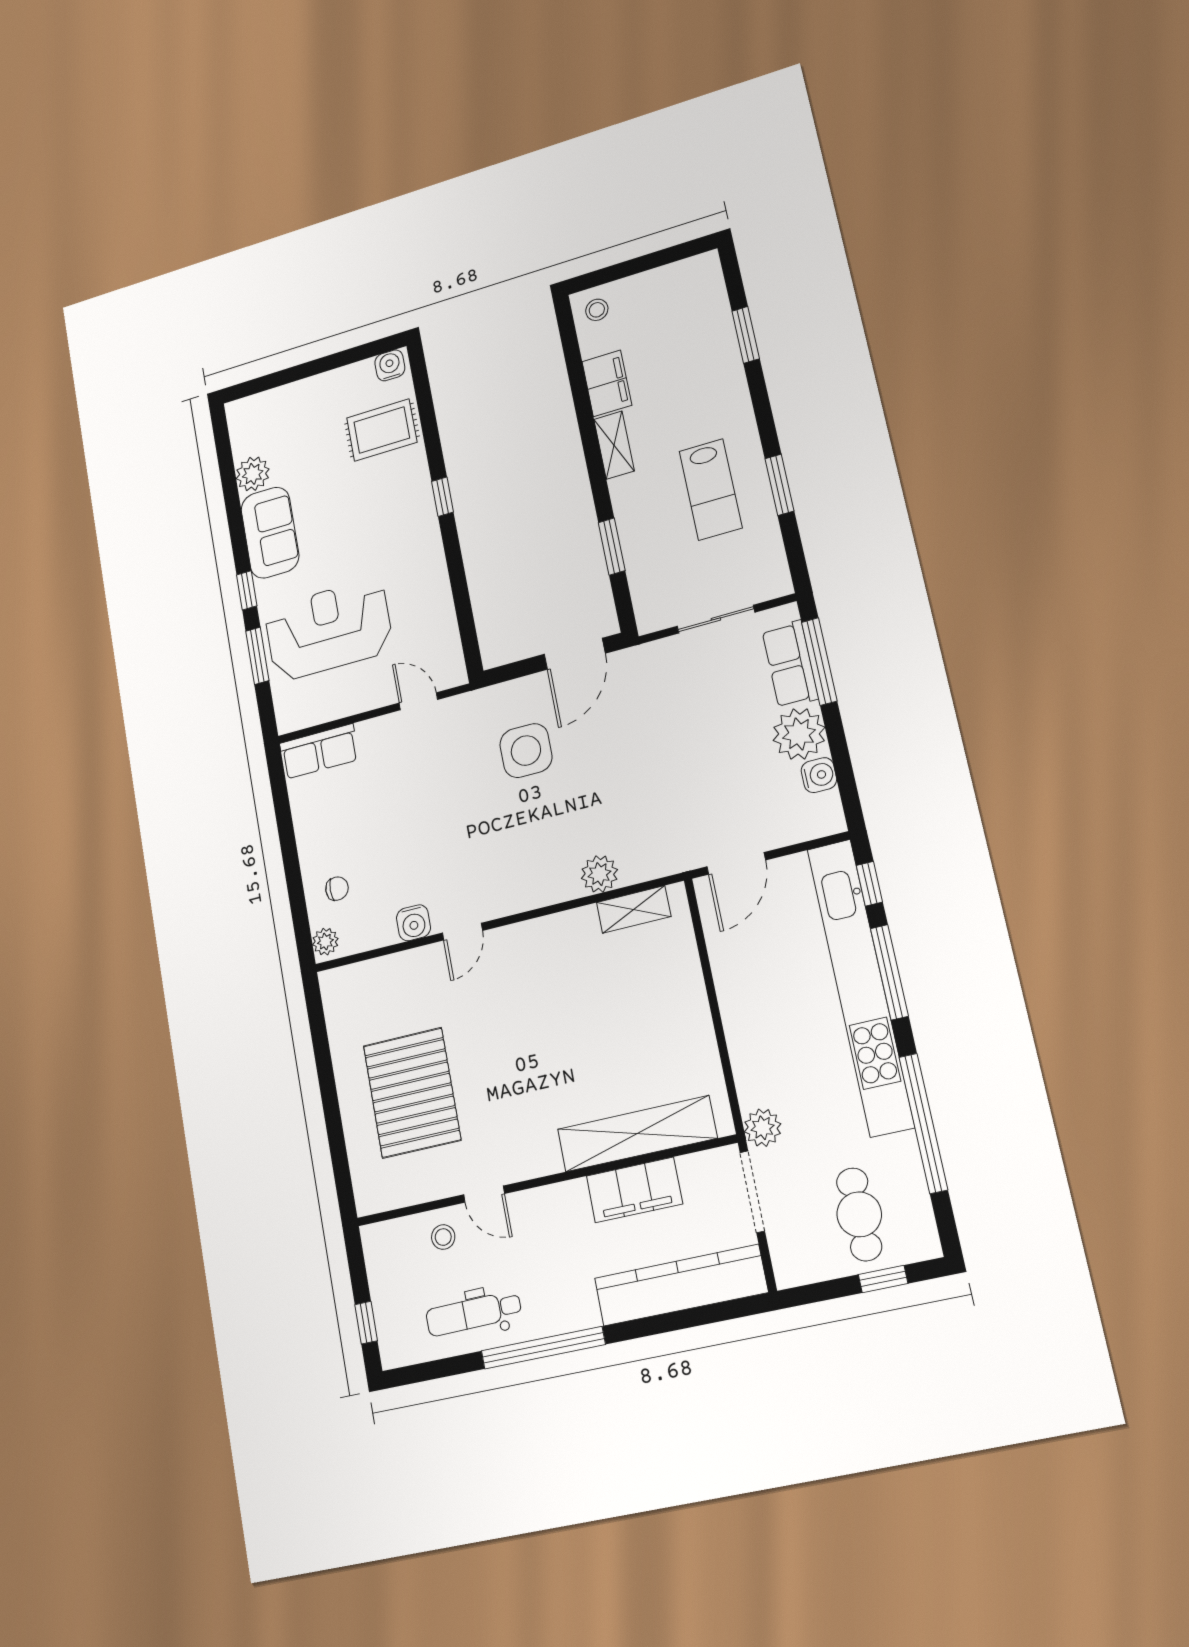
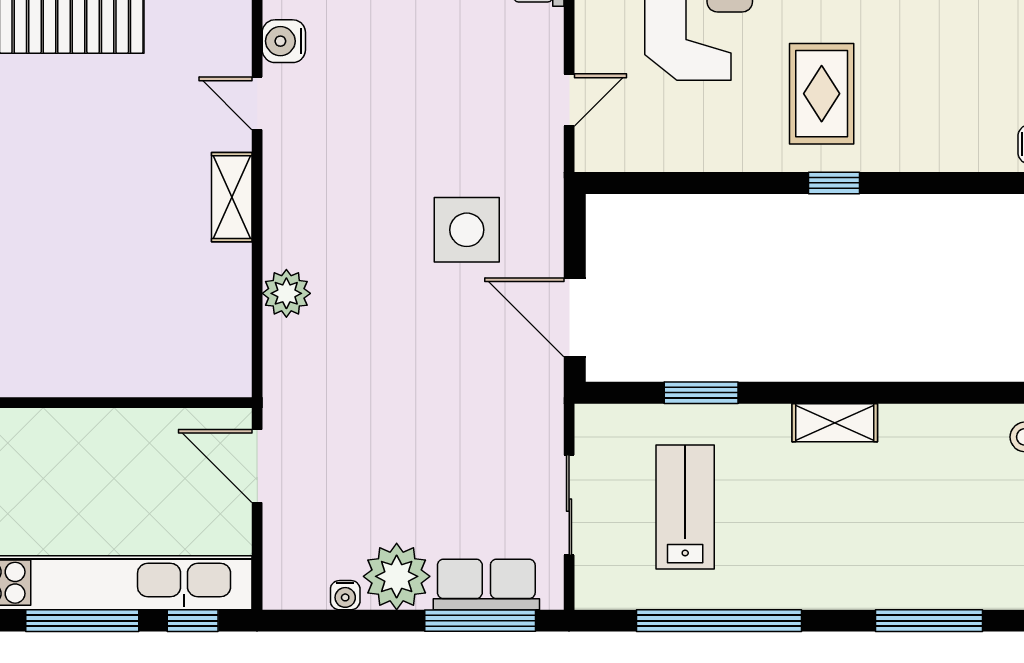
window: (746, 335) -> (929, 621), width x1.44
filing cabinet: (607, 383) -> (921, 430), removed
rug: (382, 430) -> (822, 94), moved
window: (779, 485) -> (719, 621), width x2.11
lab bench: (711, 489) -> (685, 507), moved, turned 90
water cooler: (819, 775) -> (345, 595), width x0.72, depth x0.72
shelving: (634, 909) -> (232, 197), moved

